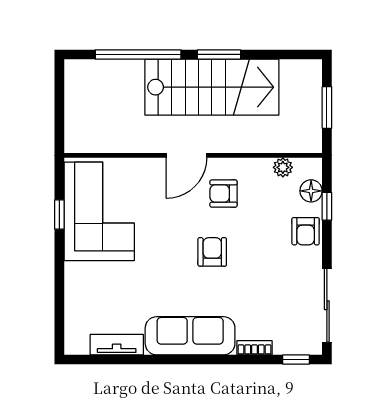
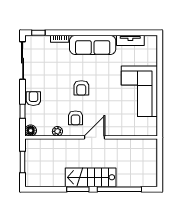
stairs: (212, 87) -> (91, 177), width x0.73, depth x0.66
plant: (283, 167) -> (57, 131), moved
floor lamp: (311, 191) -> (31, 131), moved
armchair: (224, 194) -> (76, 118), turned 90
corner sofa: (99, 211) -> (139, 91), moved
window: (59, 215) -> (160, 107), removed

